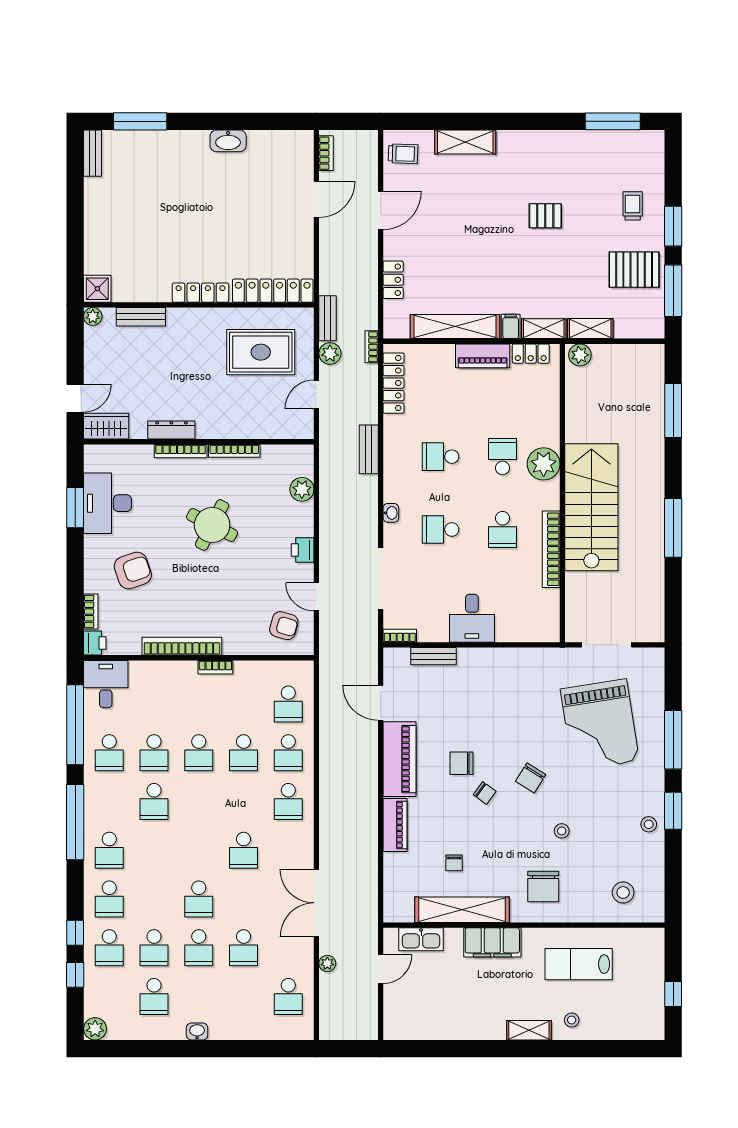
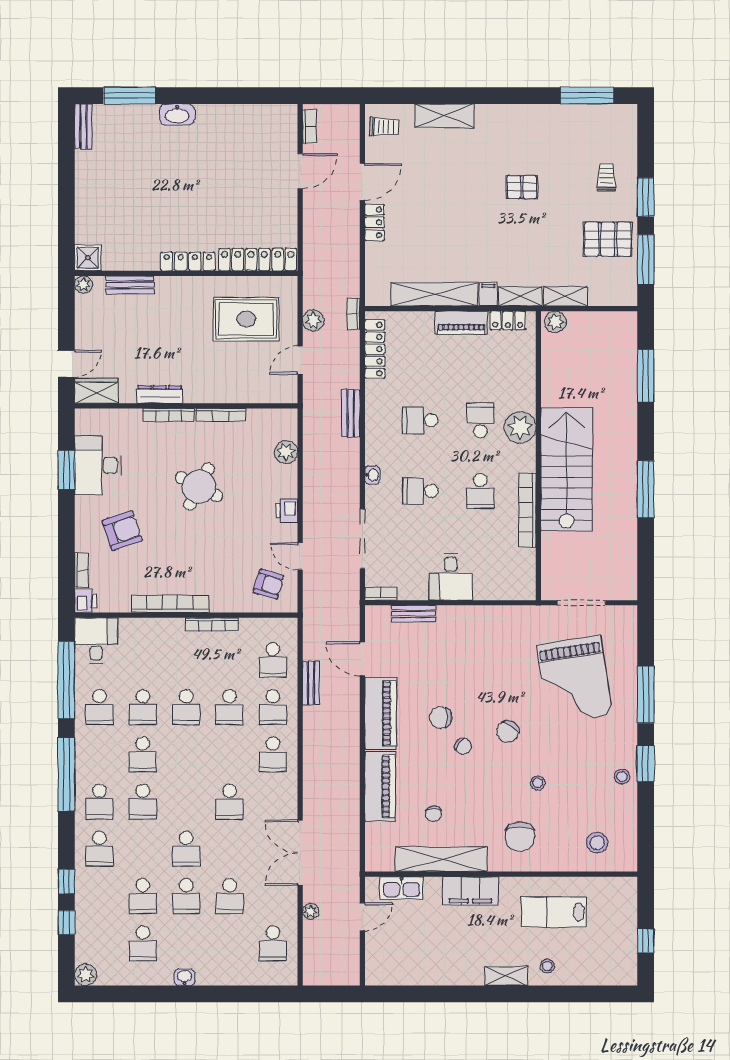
washbasin: (228, 141) -> (177, 115), moved
locker: (393, 280) -> (374, 222), moved
bench: (328, 318) -> (311, 683), moved
bookcase: (215, 667) -> (212, 624), width x1.56
piano: (395, 825) -> (380, 787), width x1.37, depth x1.33
school desk: (109, 948) -> (143, 802), moved

